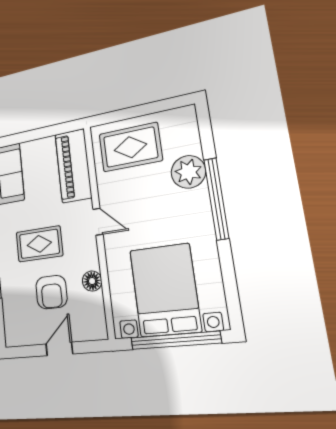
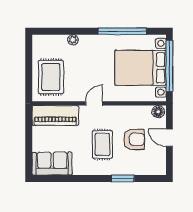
plant: (188, 172) -> (73, 40), width x0.53, depth x0.53
window: (216, 199) -> (122, 31), moved
floor lamp: (92, 281) -> (158, 112), moved

